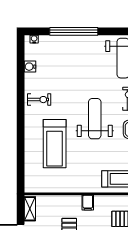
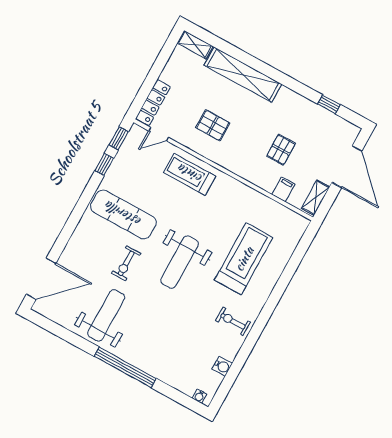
window: (74, 31) -> (125, 367), moved
filing cabinet: (88, 203) -> (283, 189), moved

